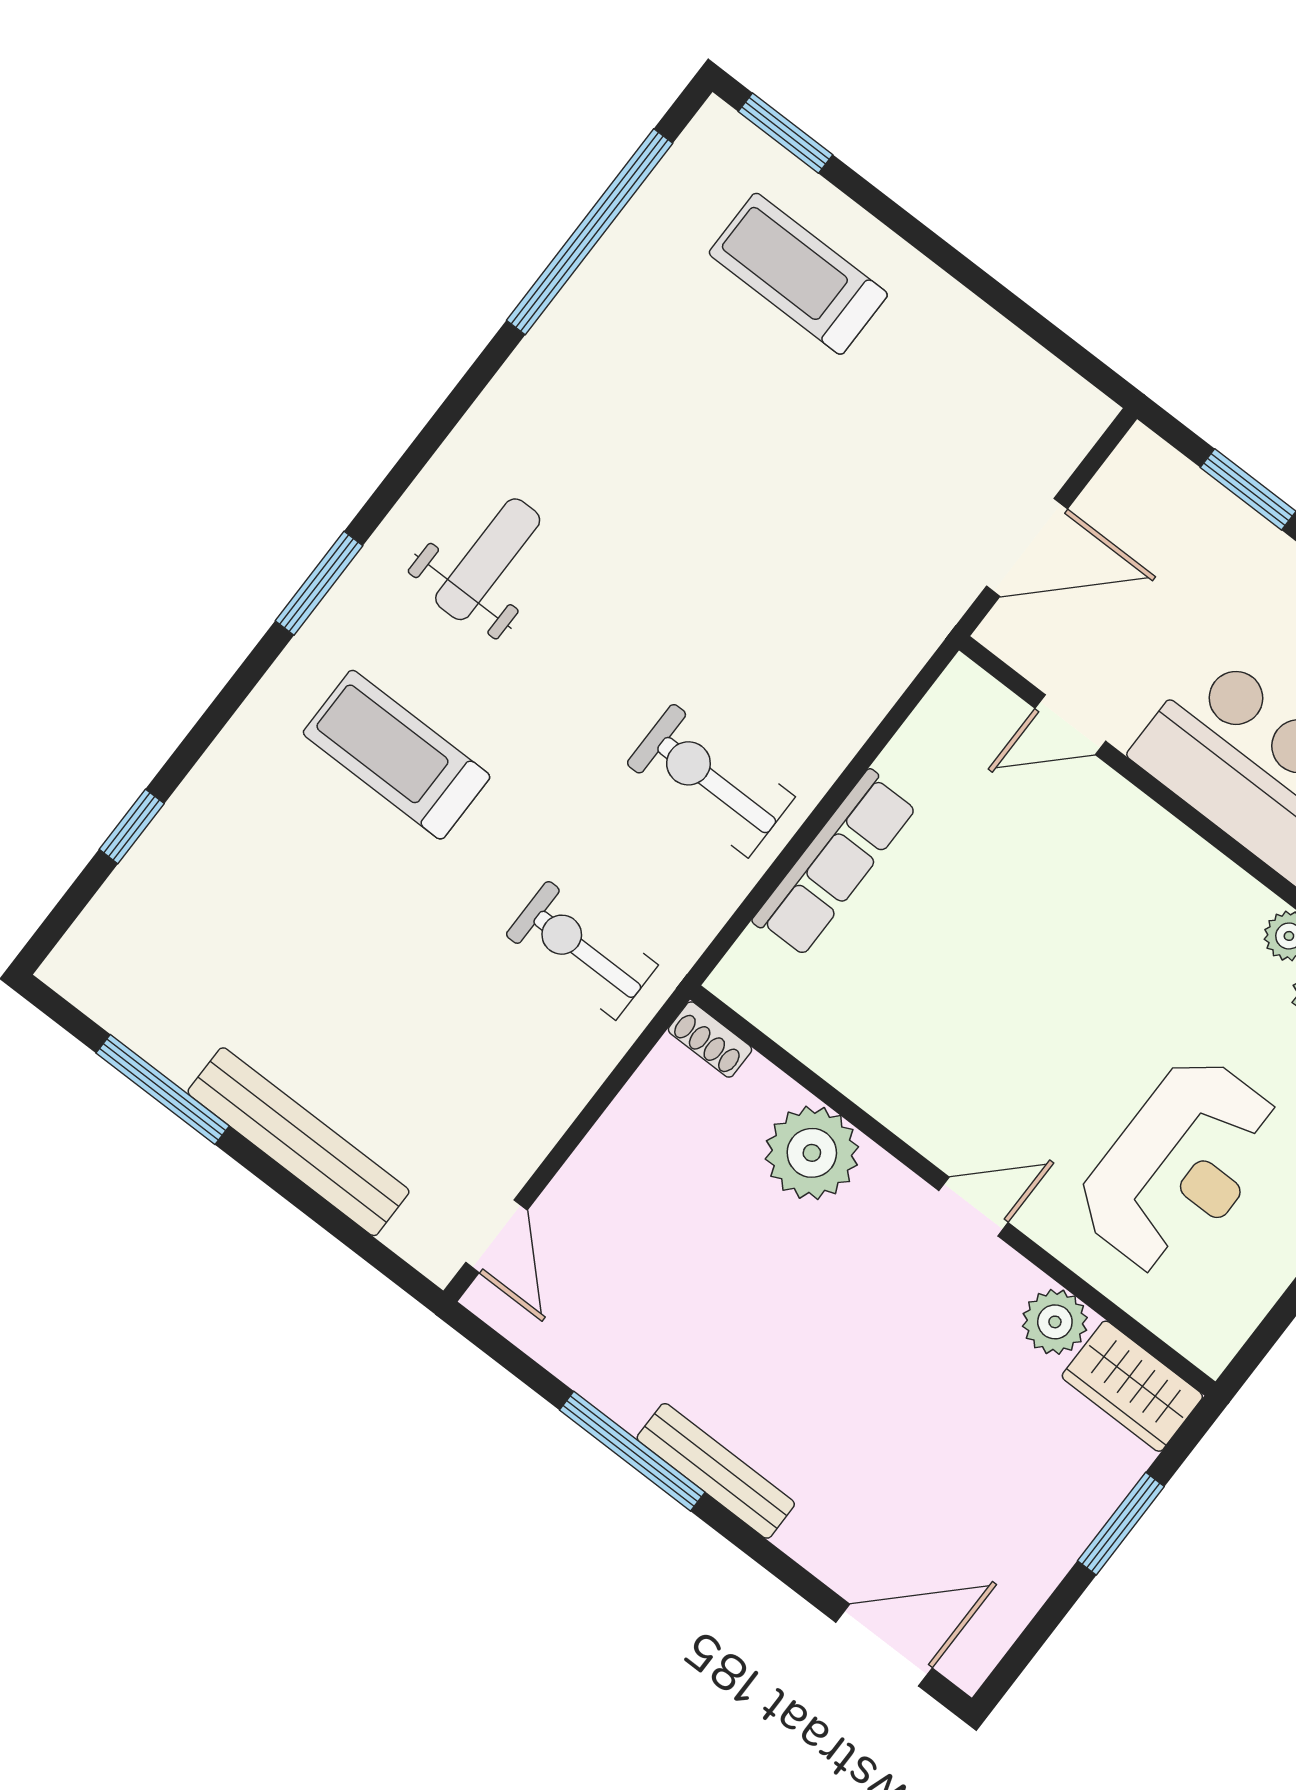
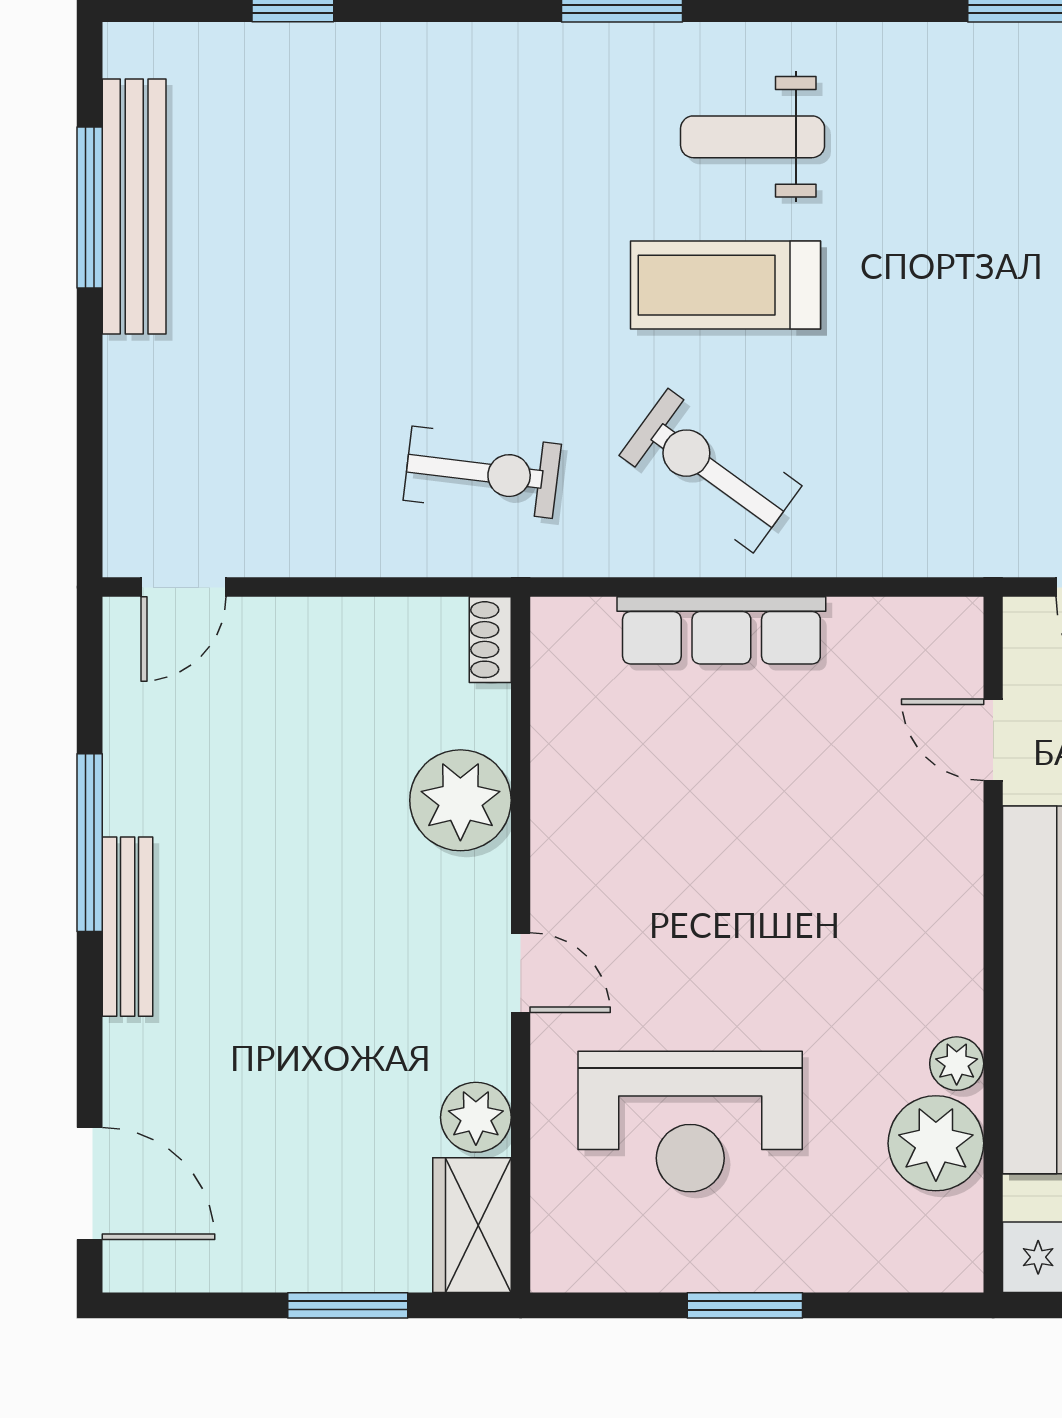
weight bench: (488, 559) -> (753, 137), turned 180
treadmill: (397, 755) -> (726, 285), moved, turned -90
exercise bike: (711, 780) -> (711, 471), turned -54
exercise bike: (582, 950) -> (482, 472), turned 97
bench: (298, 1142) -> (134, 206), moved

